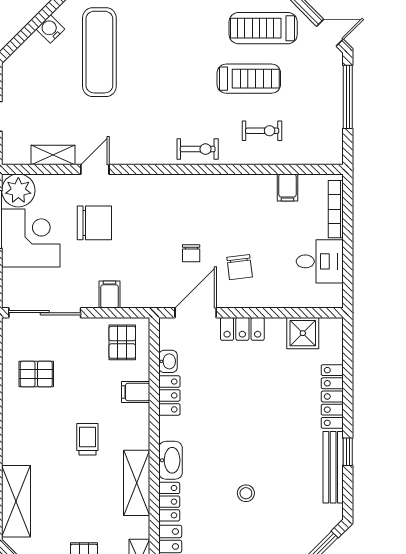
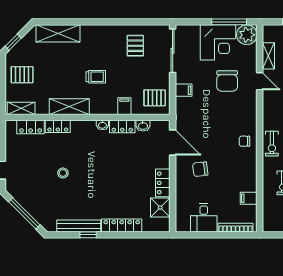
chair: (191, 253) -> (245, 141), moved
locker: (242, 329) -> (163, 183), moved
washbasin: (170, 460) -> (102, 125), moved, width x0.52, depth x0.69

